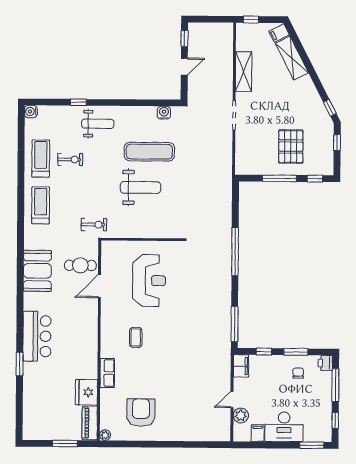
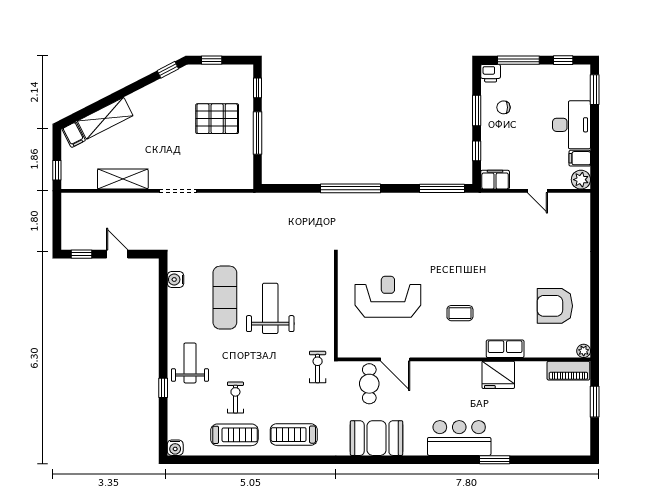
treadmill: (41, 159) -> (234, 435), turned 180
fridge: (87, 392) -> (498, 375), moved
plant: (241, 416) -> (581, 180), moved

